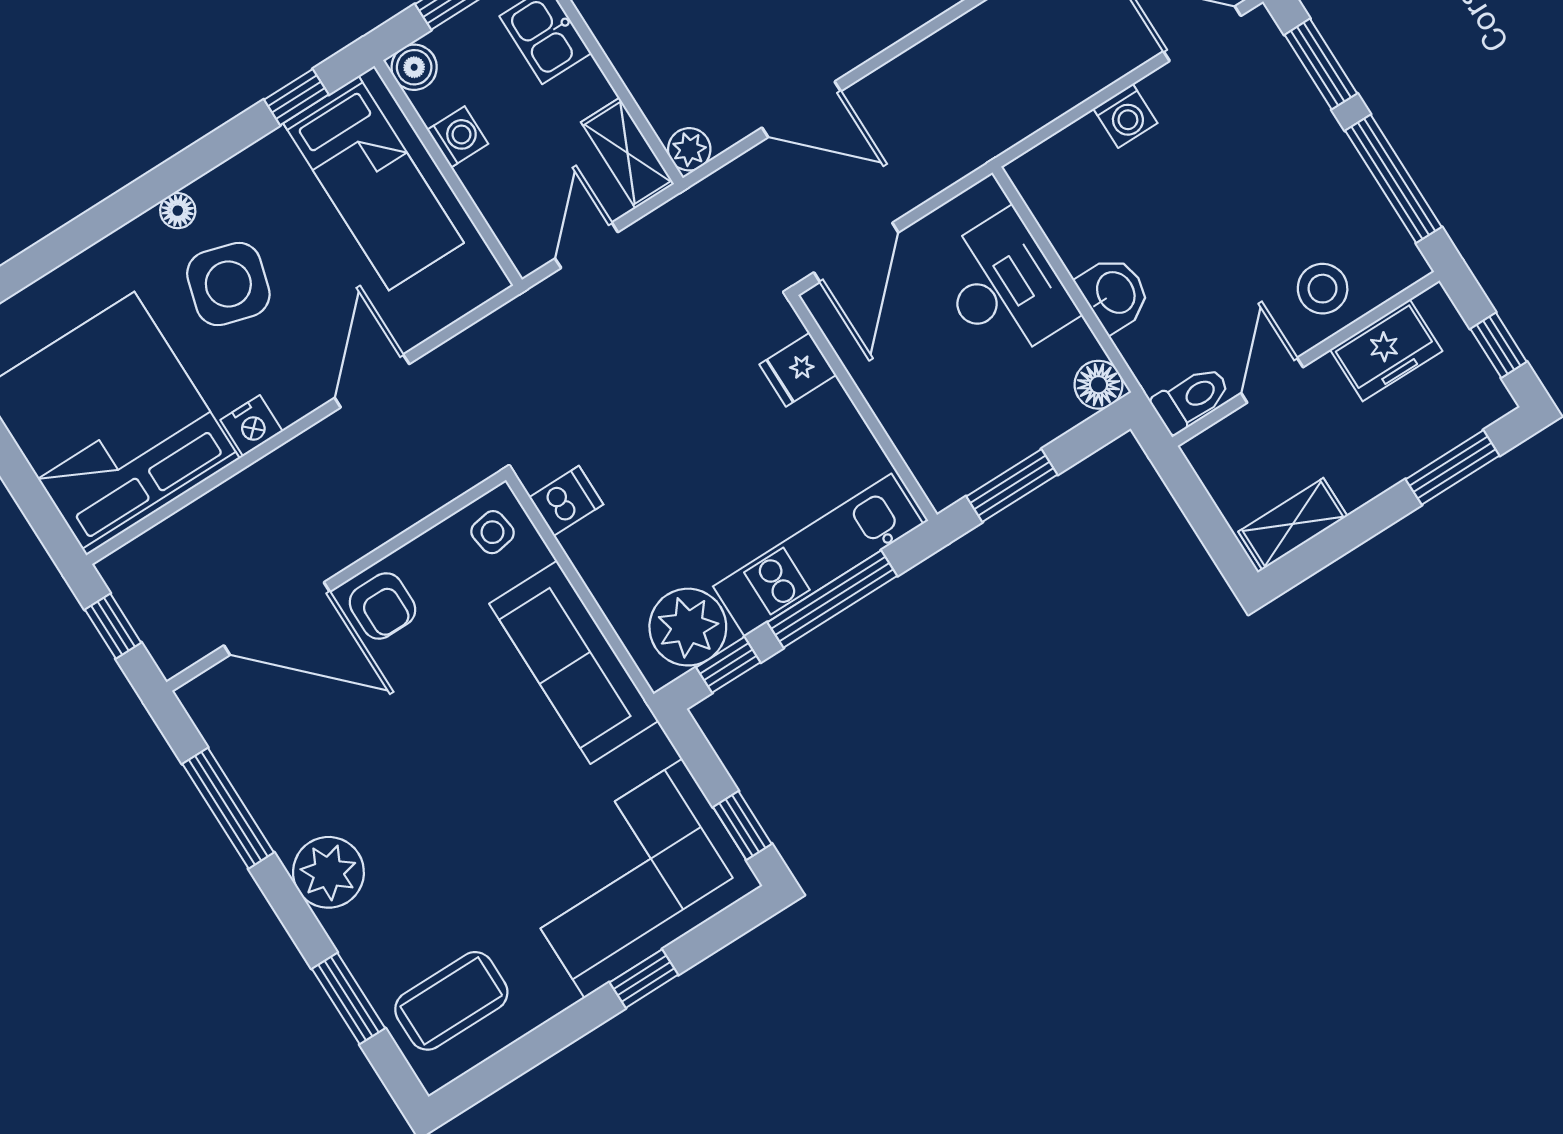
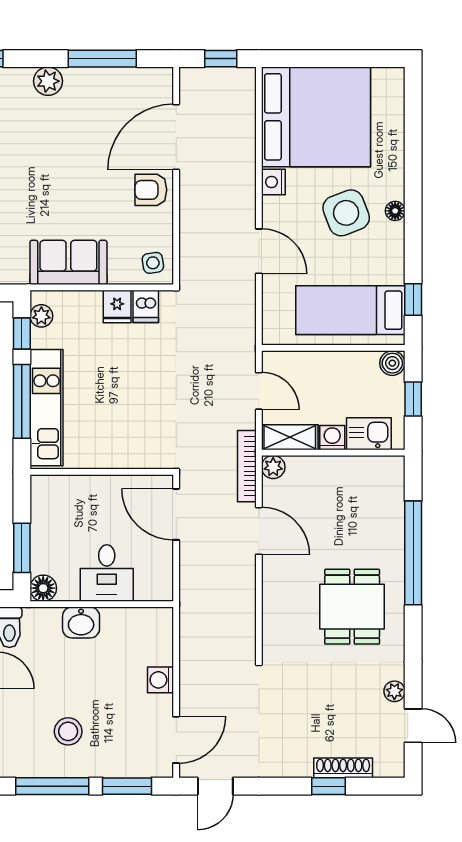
door: (801, 109) -> (259, 531), swing flipped
washing machine: (458, 137) -> (332, 438), moved, turned 180
bookcase: (713, 191) -> (247, 466), added
side table: (228, 284) -> (346, 213), turned -37
desk: (1004, 287) -> (107, 573), width x0.73
stool: (1323, 289) -> (68, 731), moved
fridge: (798, 370) -> (117, 306), moved, turned 180
window: (1012, 486) -> (22, 548), moved
plant: (688, 627) -> (41, 316), width x0.53, depth x0.53
sofa: (574, 662) -> (68, 262), width x0.73
plant: (328, 872) -> (48, 81), width x0.73, depth x0.73

